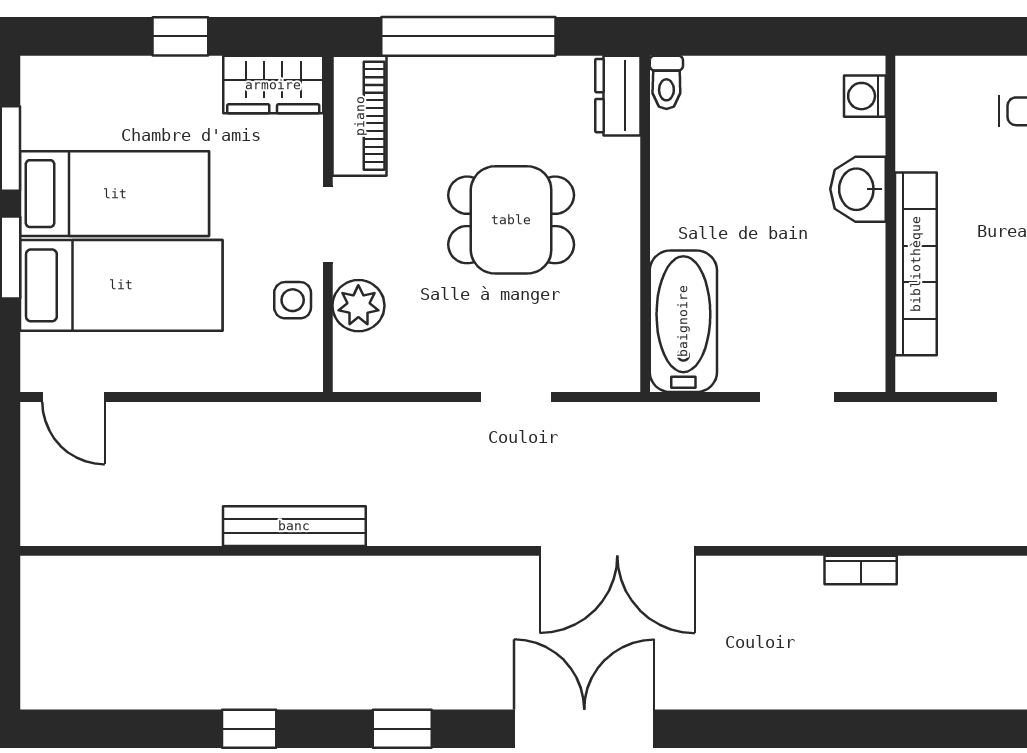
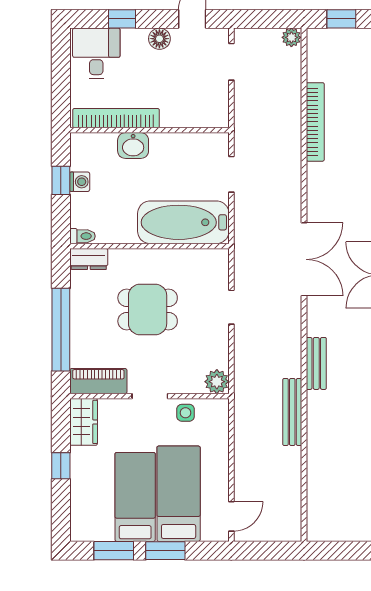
window: (784, 36) -> (61, 180), added
washing machine: (865, 96) -> (80, 182), moved, turned -90
dining table: (511, 220) -> (148, 309), turned 90
bookcase: (916, 264) -> (116, 118), moved
plant: (358, 306) -> (217, 382), moved
bathtub: (683, 321) -> (183, 222), width x1.36, depth x1.36
bookcase: (861, 570) -> (315, 122), width x2.31, depth x1.31
bench: (397, 577) -> (316, 363), added

